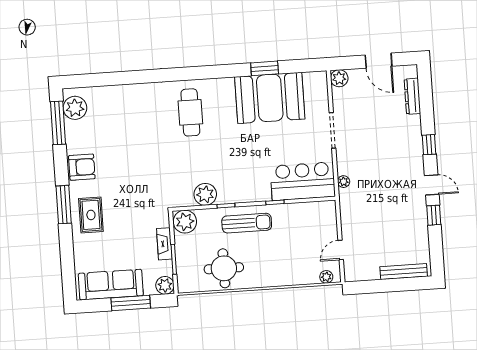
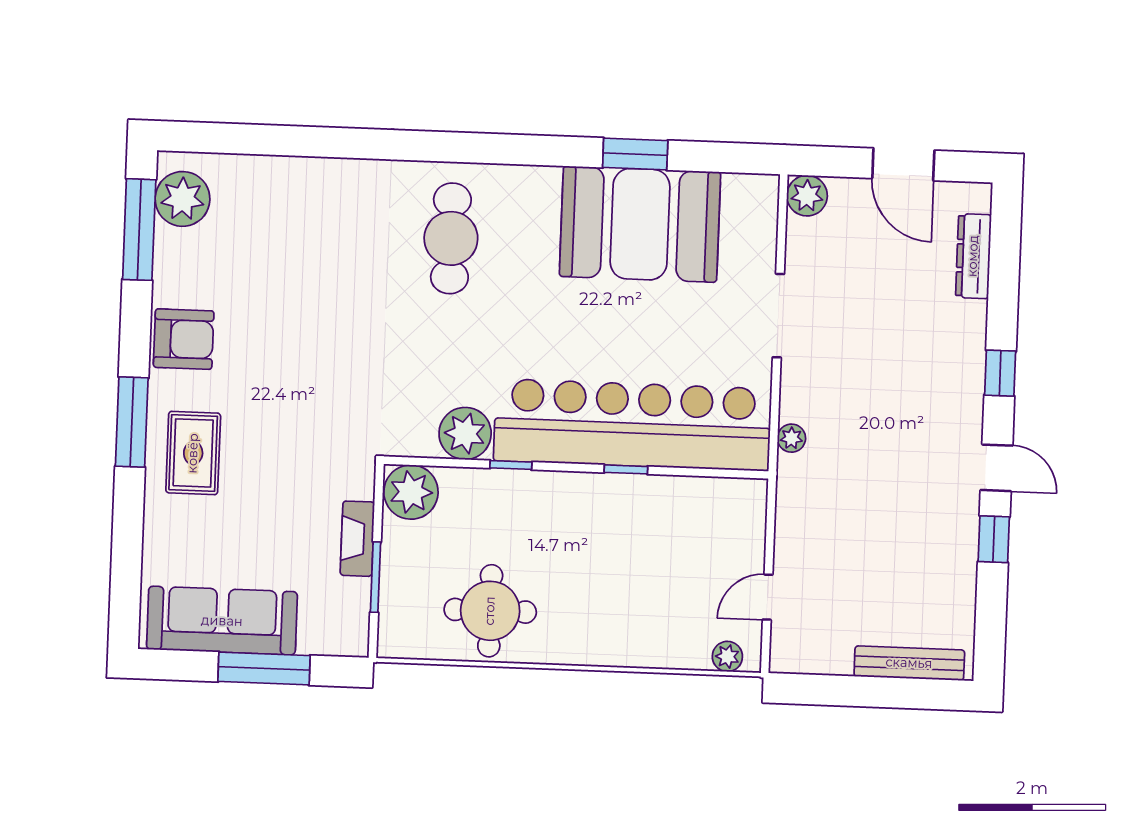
bar counter: (303, 181) -> (633, 425), width x1.86
sun lounger: (247, 223) -> (555, 511), removed
plant: (165, 285) -> (348, 636), removed

